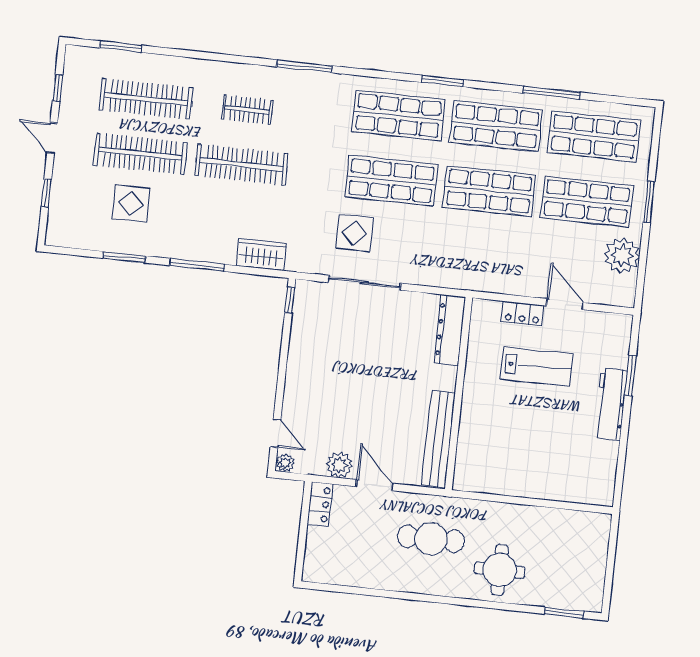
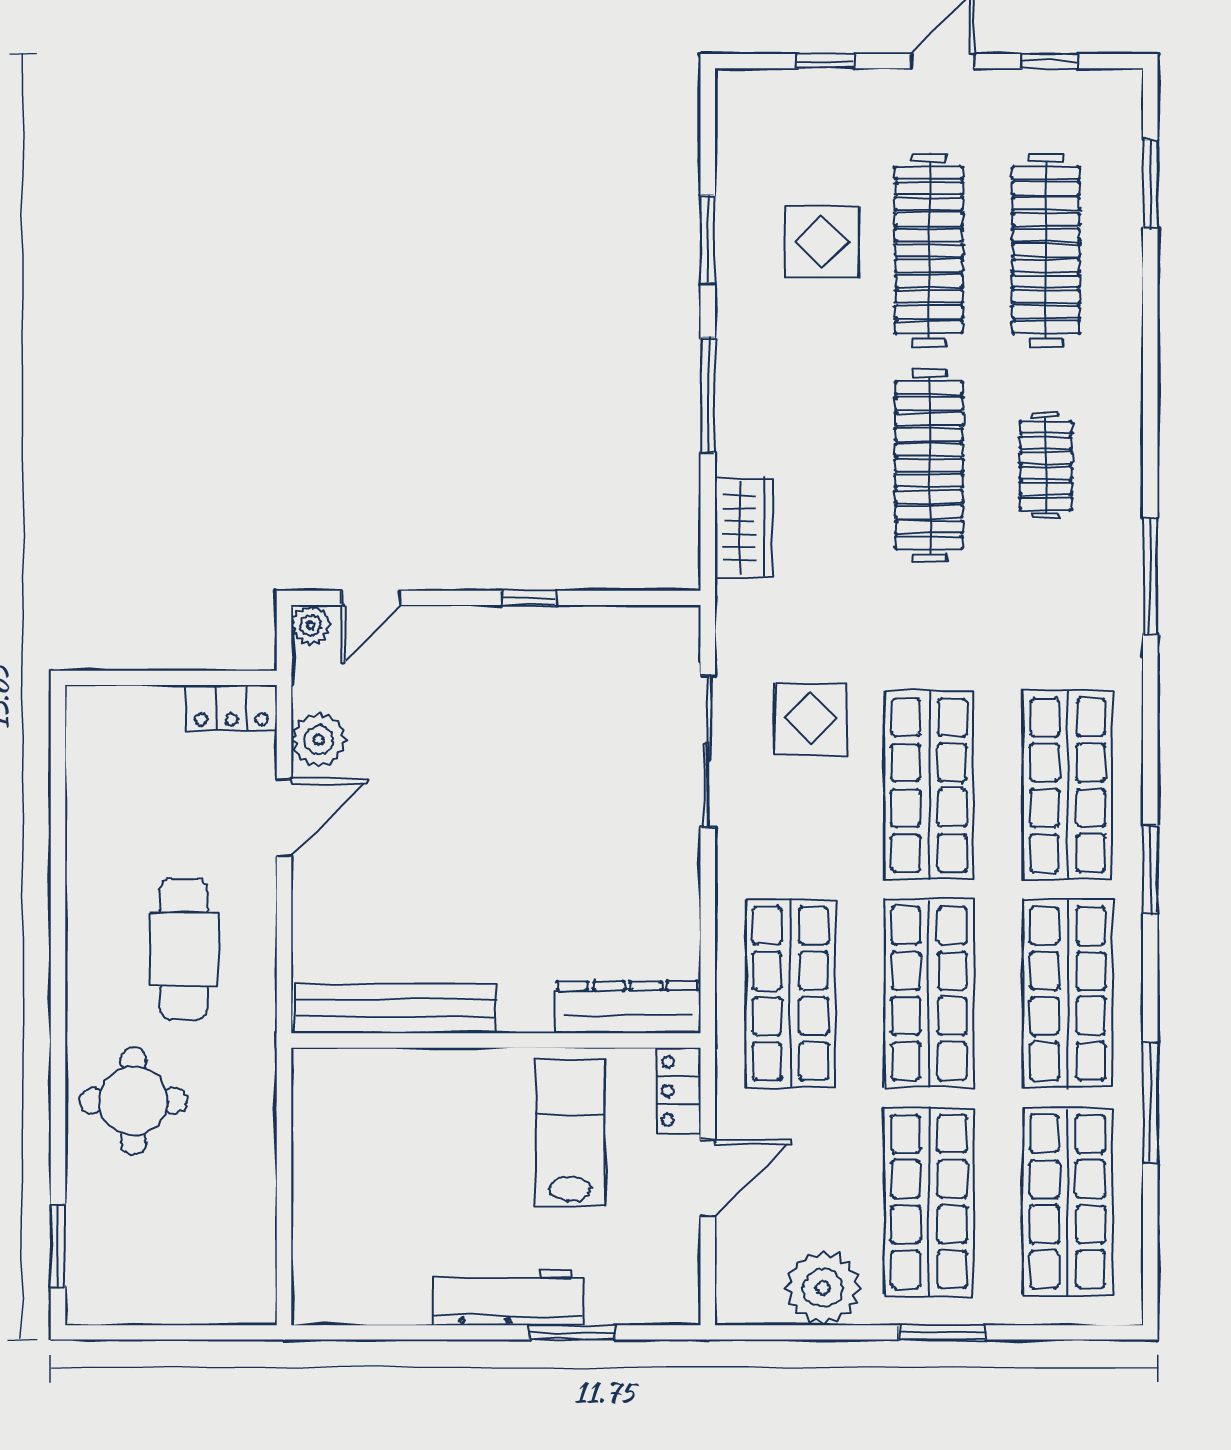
shop shelf: (482, 256) -> (790, 993), added
window: (290, 300) -> (529, 598), moved
dresser: (450, 330) -> (627, 1007), moved
lab bench: (537, 367) -> (570, 1133), turned 180
wall: (459, 393) -> (496, 1040), moved
bench: (438, 439) -> (395, 1008), moved

